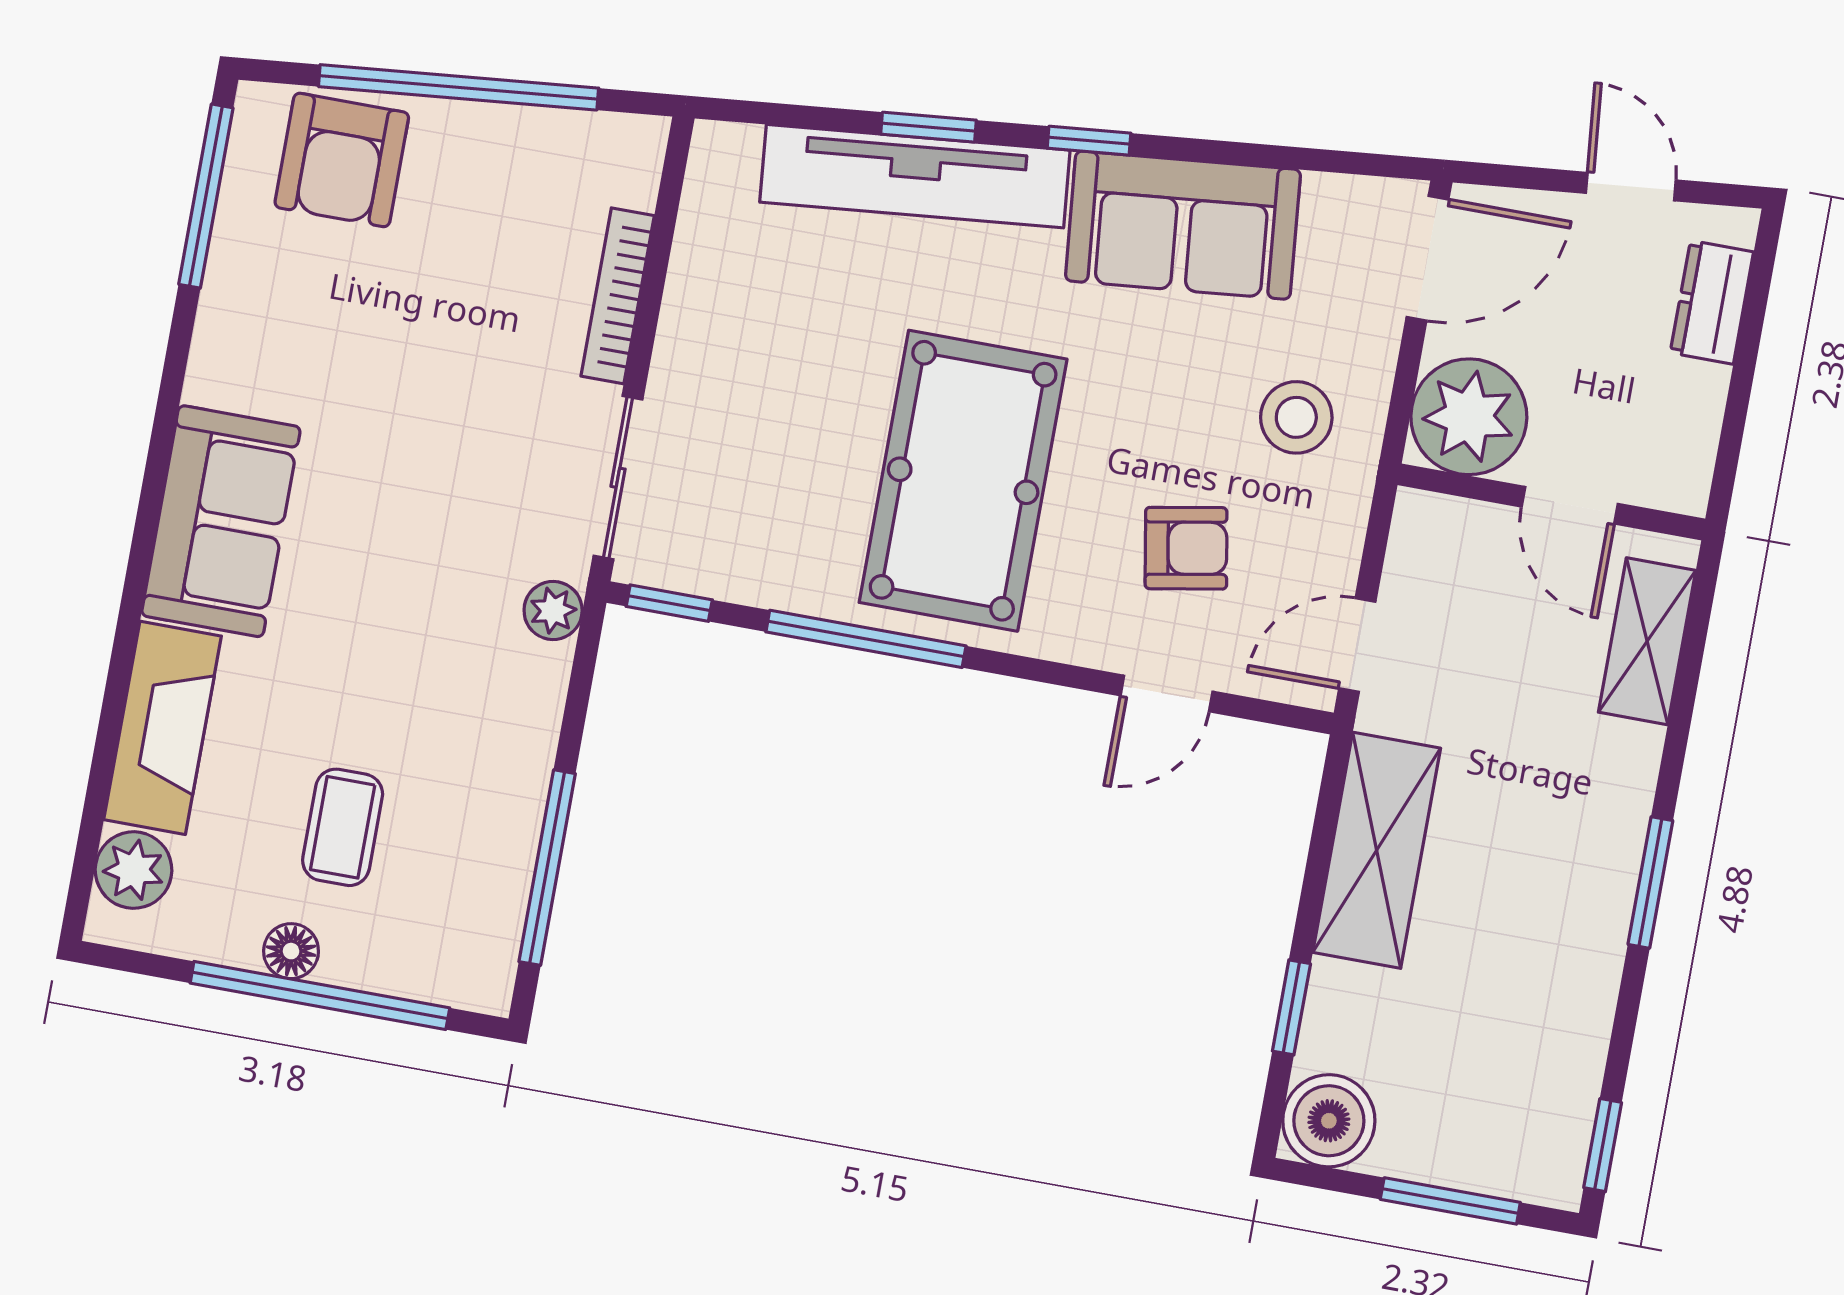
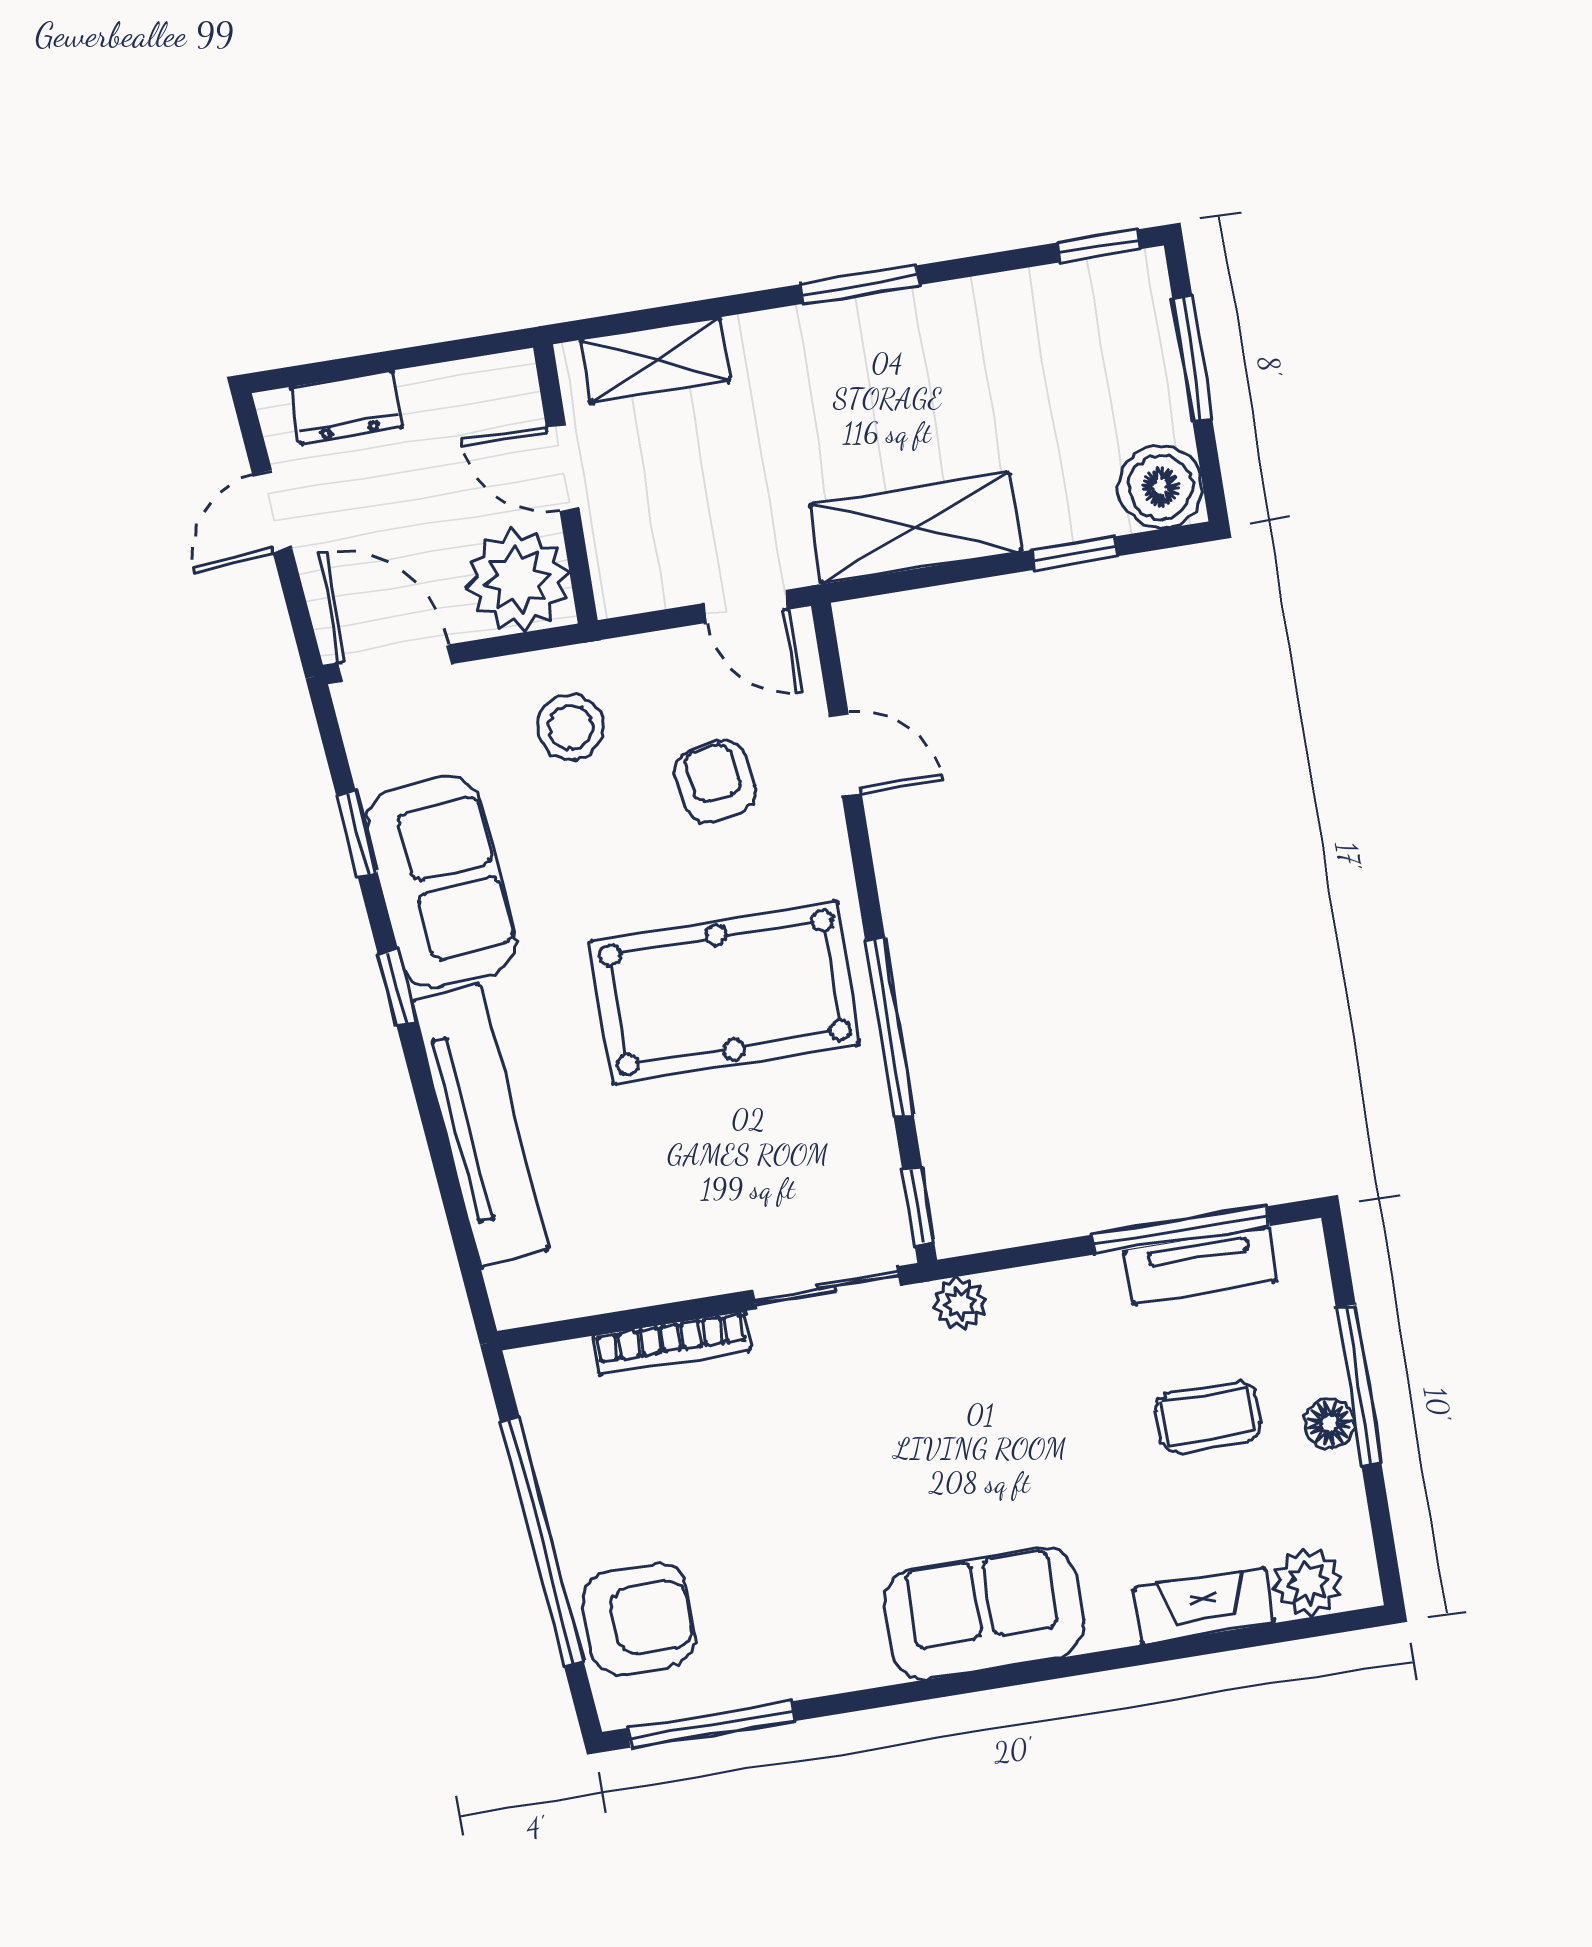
window: (928, 127) -> (357, 834), moved
door: (1570, 505) -> (563, 467), swing flipped
fireplace: (163, 728) -> (1204, 1606), width x0.73, depth x0.76
tv unit: (503, 875) -> (1200, 1266), added
window: (320, 995) -> (1359, 1386), width x0.68

